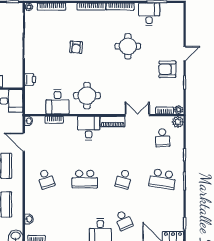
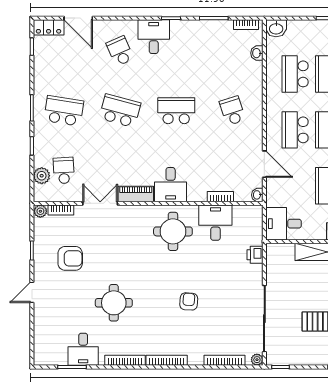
armchair: (167, 69) -> (70, 258), moved
double door: (137, 115) -> (100, 203), swing flipped
plant: (178, 122) -> (42, 176), moved
school desk: (124, 179) -> (120, 111), width x1.85

